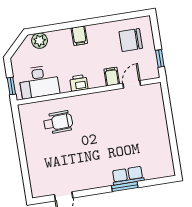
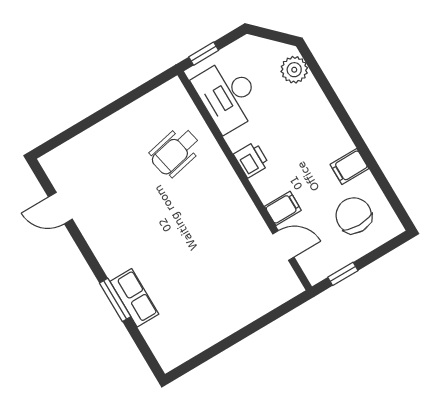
filing cabinet: (79, 36) -> (349, 167), moved
wheelchair: (58, 122) -> (175, 152), turned 80

